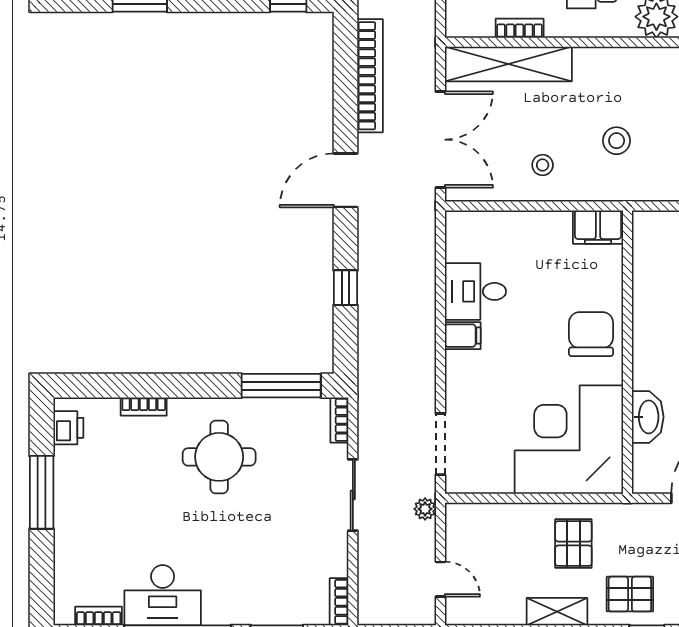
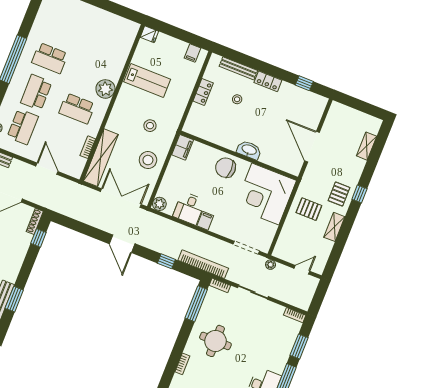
bookcase: (370, 76) -> (203, 264), moved
stool: (543, 165) -> (148, 160), width x1.89, depth x1.89
plant: (460, 225) -> (159, 204), added
washbasin: (648, 417) -> (249, 150), moved

